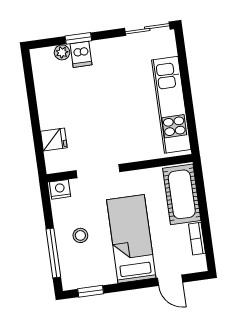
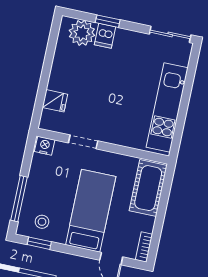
plant: (62, 52) -> (82, 33), width x1.88, depth x1.88
doorway: (98, 171) -> (83, 142), width x0.73
stool: (80, 235) -> (42, 222), moved
bookcase: (197, 239) -> (144, 247), moved

